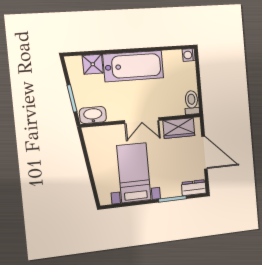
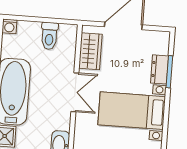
toilet: (192, 103) -> (49, 36), moved, turned -90
dresser: (194, 188) -> (160, 69), moved

